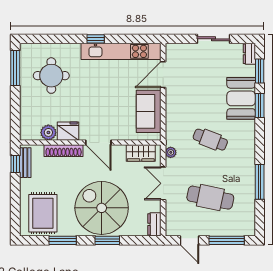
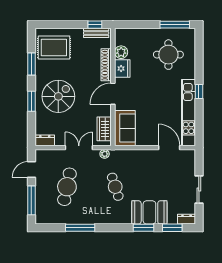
sofa: (149, 111) -> (125, 128), moved, turned 90
cafe table: (210, 140) -> (115, 187), turned -39
spiral stairs: (102, 208) -> (58, 96), width x0.73, depth x0.73

